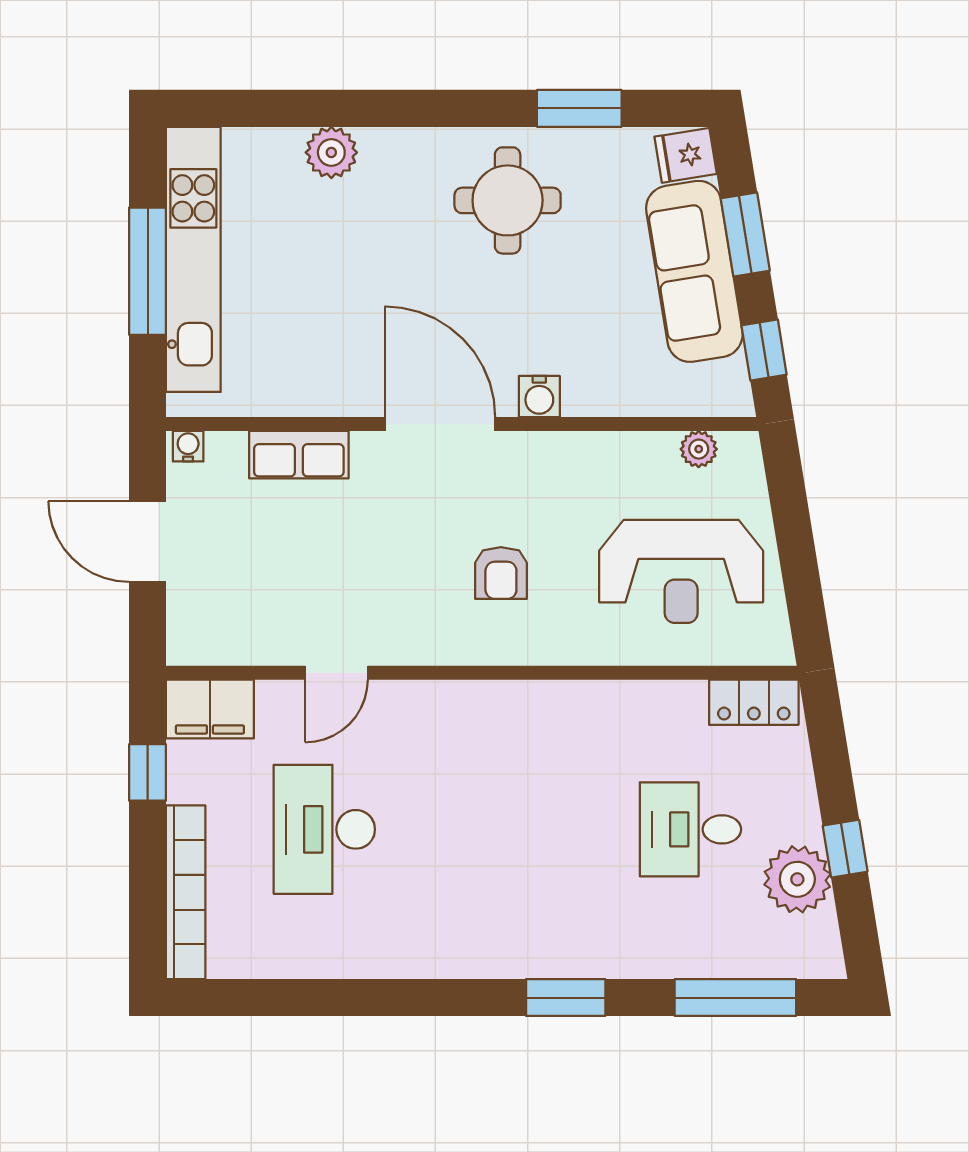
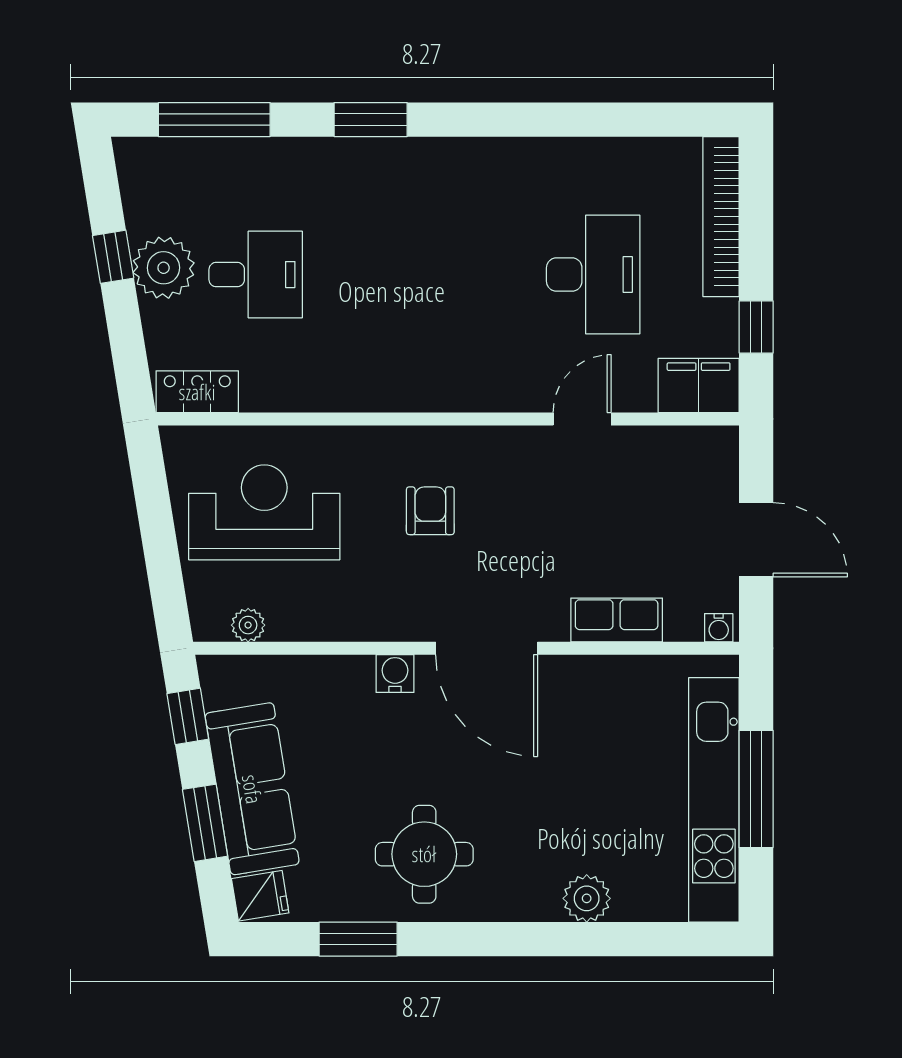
plant: (797, 879) -> (164, 268), moved

